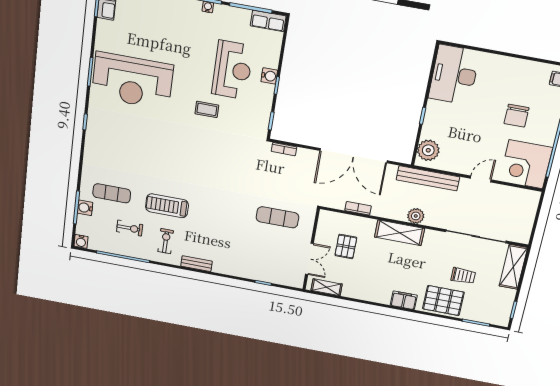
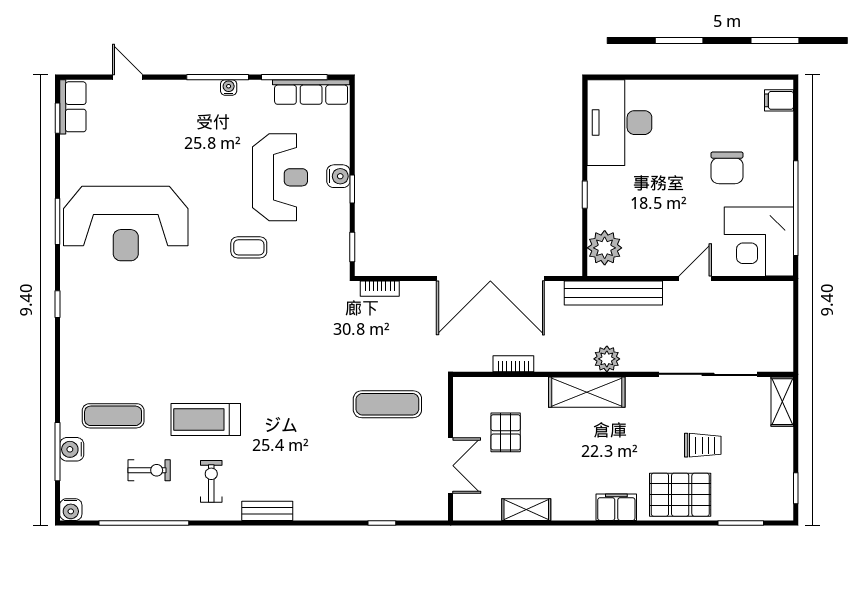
row of seats: (268, 21) -> (311, 92), width x1.48
shelving: (513, 267) -> (782, 402), width x0.67, depth x0.75
shelving: (327, 287) -> (526, 510), moved

